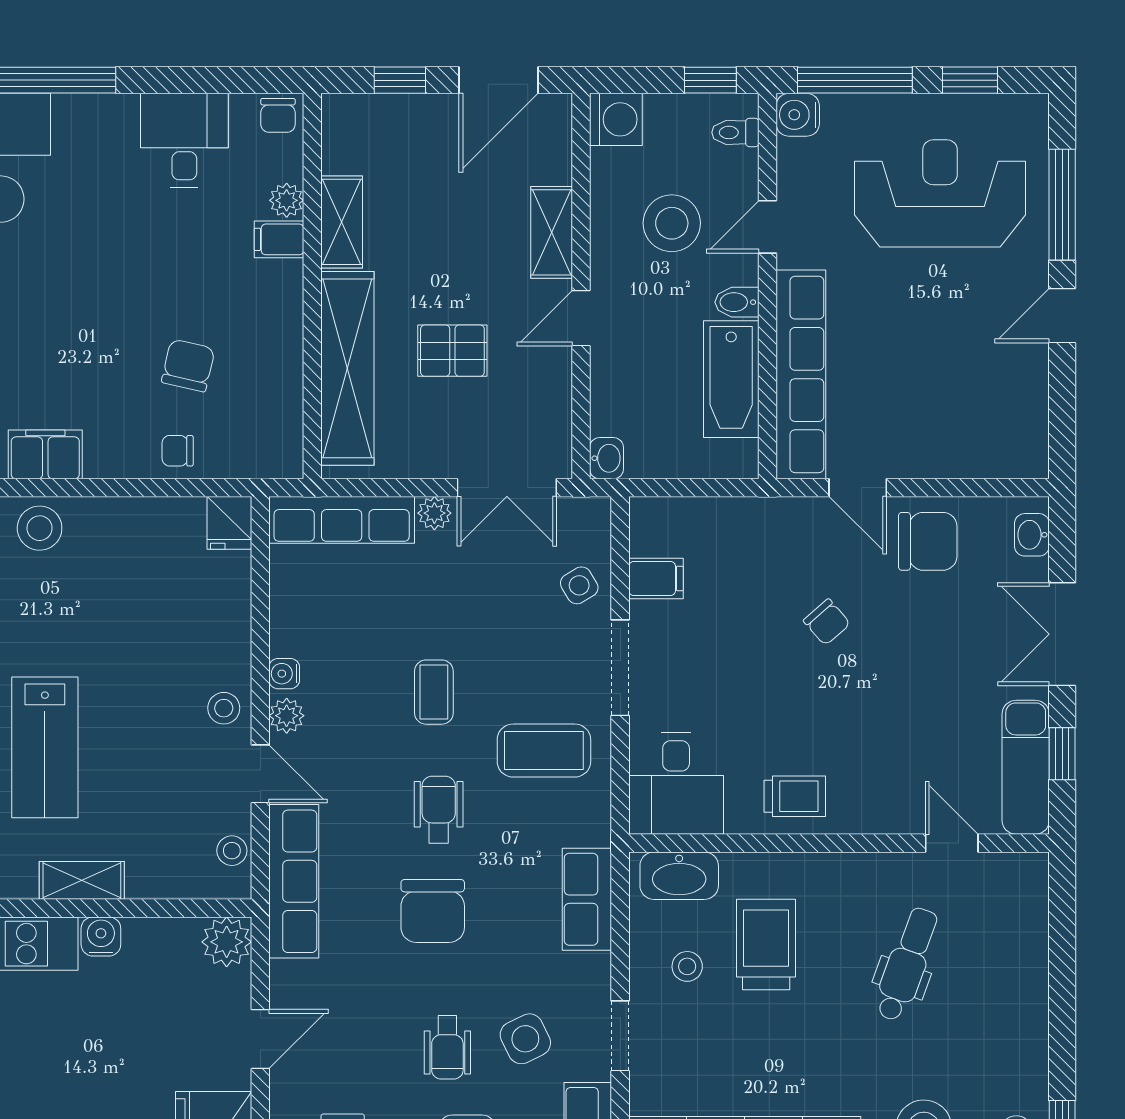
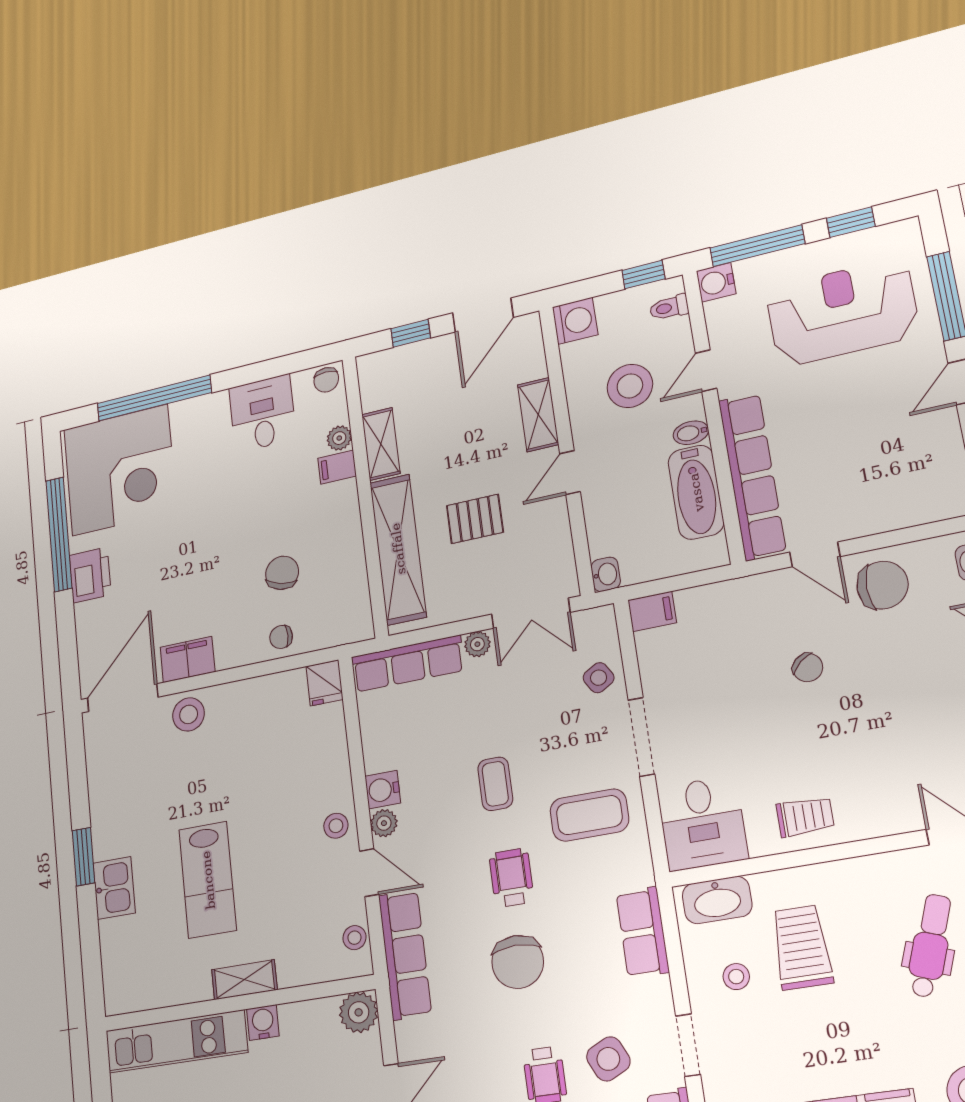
filing cabinet: (656, 578) -> (652, 611), moved
water cooler: (284, 674) -> (383, 790), width x1.38, depth x1.38

